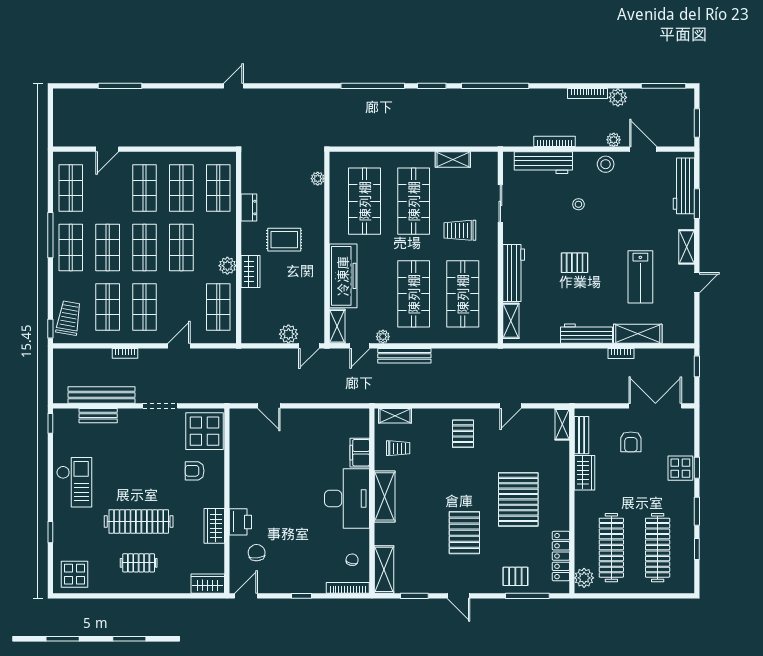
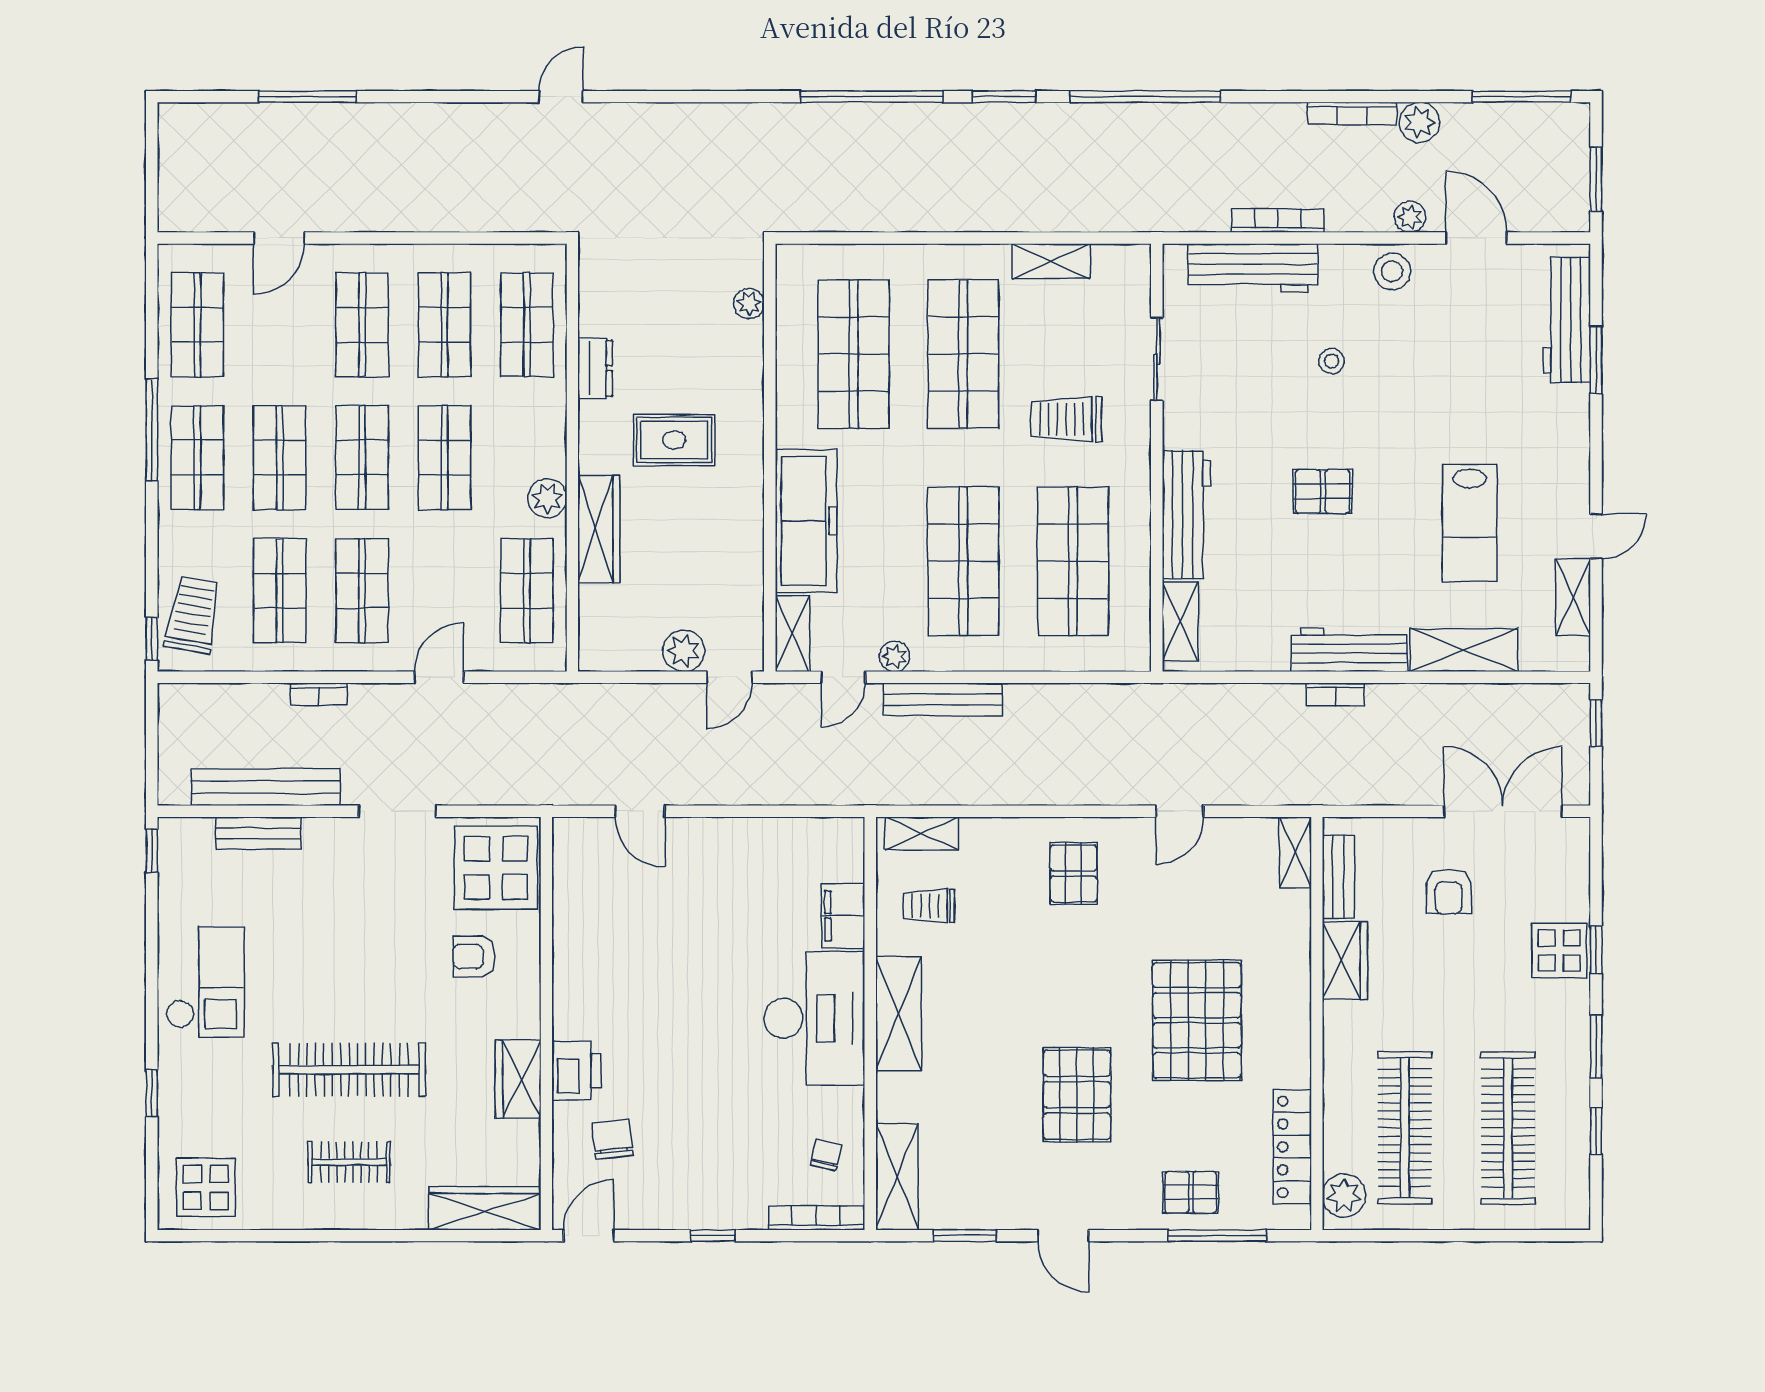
shelving: (687, 247) -> (1573, 597), moved
wardrobe: (250, 272) -> (599, 529), width x1.50
bookcase: (621, 354) -> (1335, 694), moved
trolley: (398, 448) -> (929, 906), turned 180
wardrobe: (208, 584) -> (485, 1208), width x1.50

